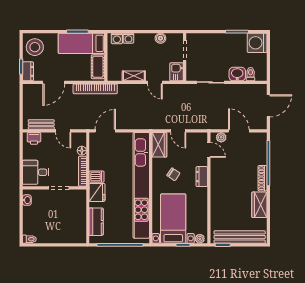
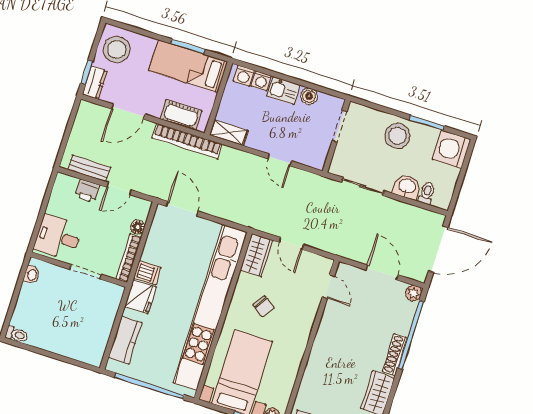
stool: (222, 45) -> (397, 136), added
cot: (98, 67) -> (181, 115), moved, turned 90
kitchen sink: (177, 72) -> (283, 90), moved, turned -90
shelving: (134, 76) -> (229, 133), moved
door: (268, 106) -> (438, 249), width x1.36
door: (63, 131) -> (119, 189), hinge flipped
door: (105, 131) -> (182, 209), hinge flipped
plant: (221, 137) -> (414, 293), moved
printer: (34, 138) -> (87, 191), moved
dresser: (202, 177) -> (305, 323), removed

